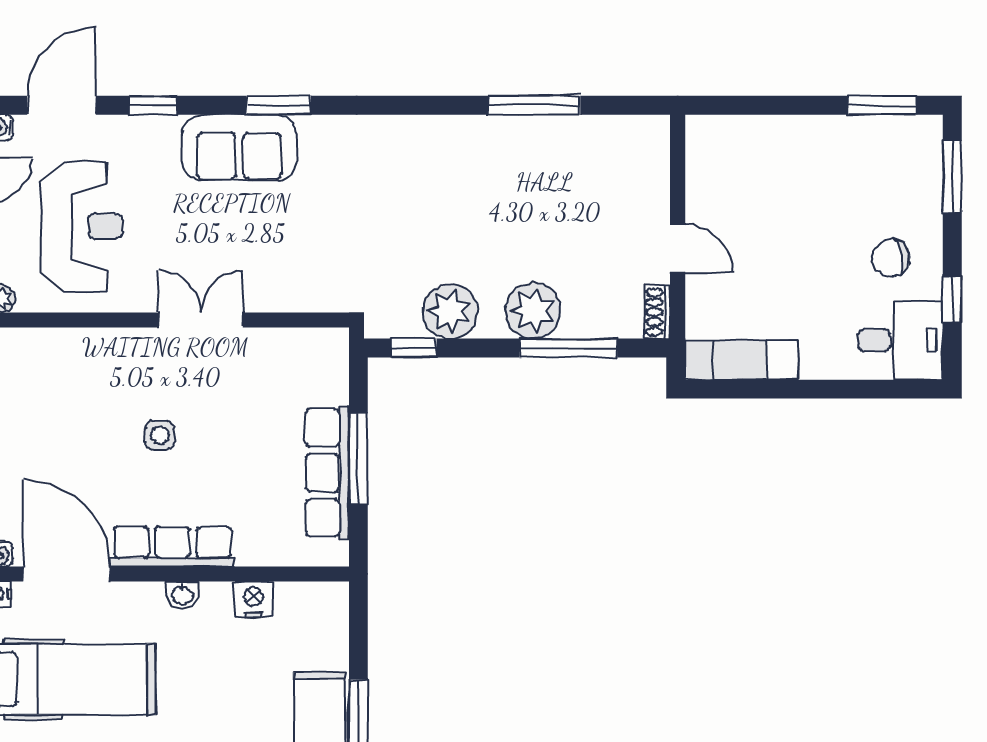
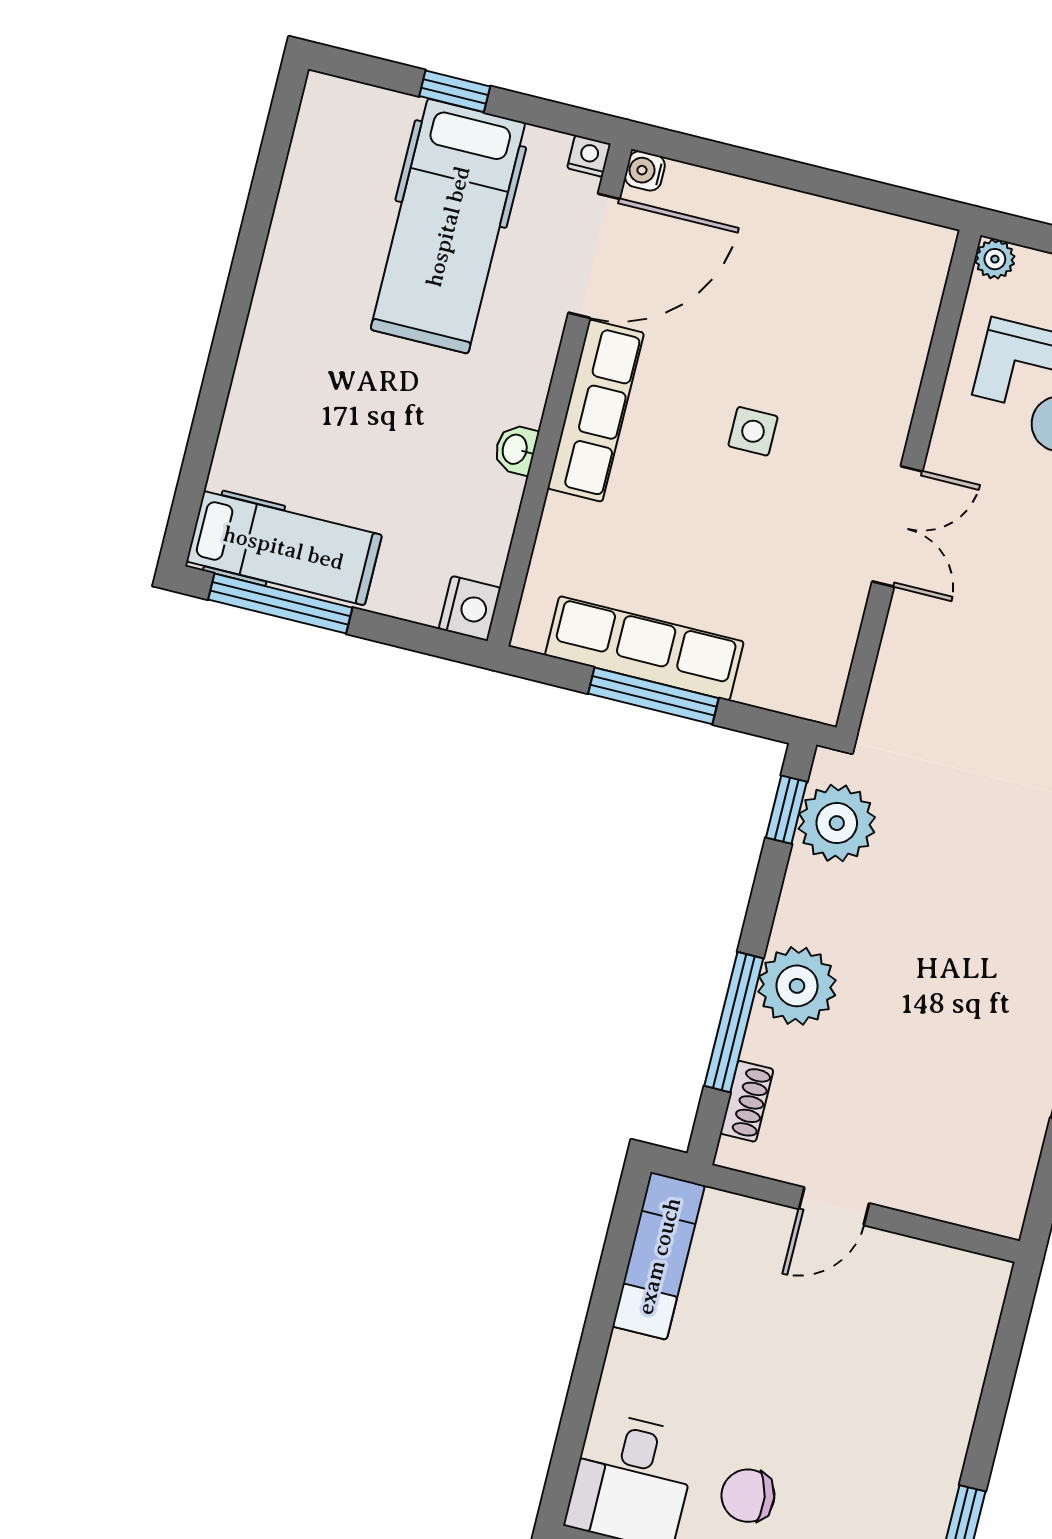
chair: (891, 258) -> (748, 1496), turned -87
plant: (450, 311) -> (837, 823), moved
shoe rack: (657, 312) -> (747, 1101), moved, turned 90
washbasin: (182, 595) -> (516, 450), moved
nightstand: (254, 599) -> (470, 608), moved

